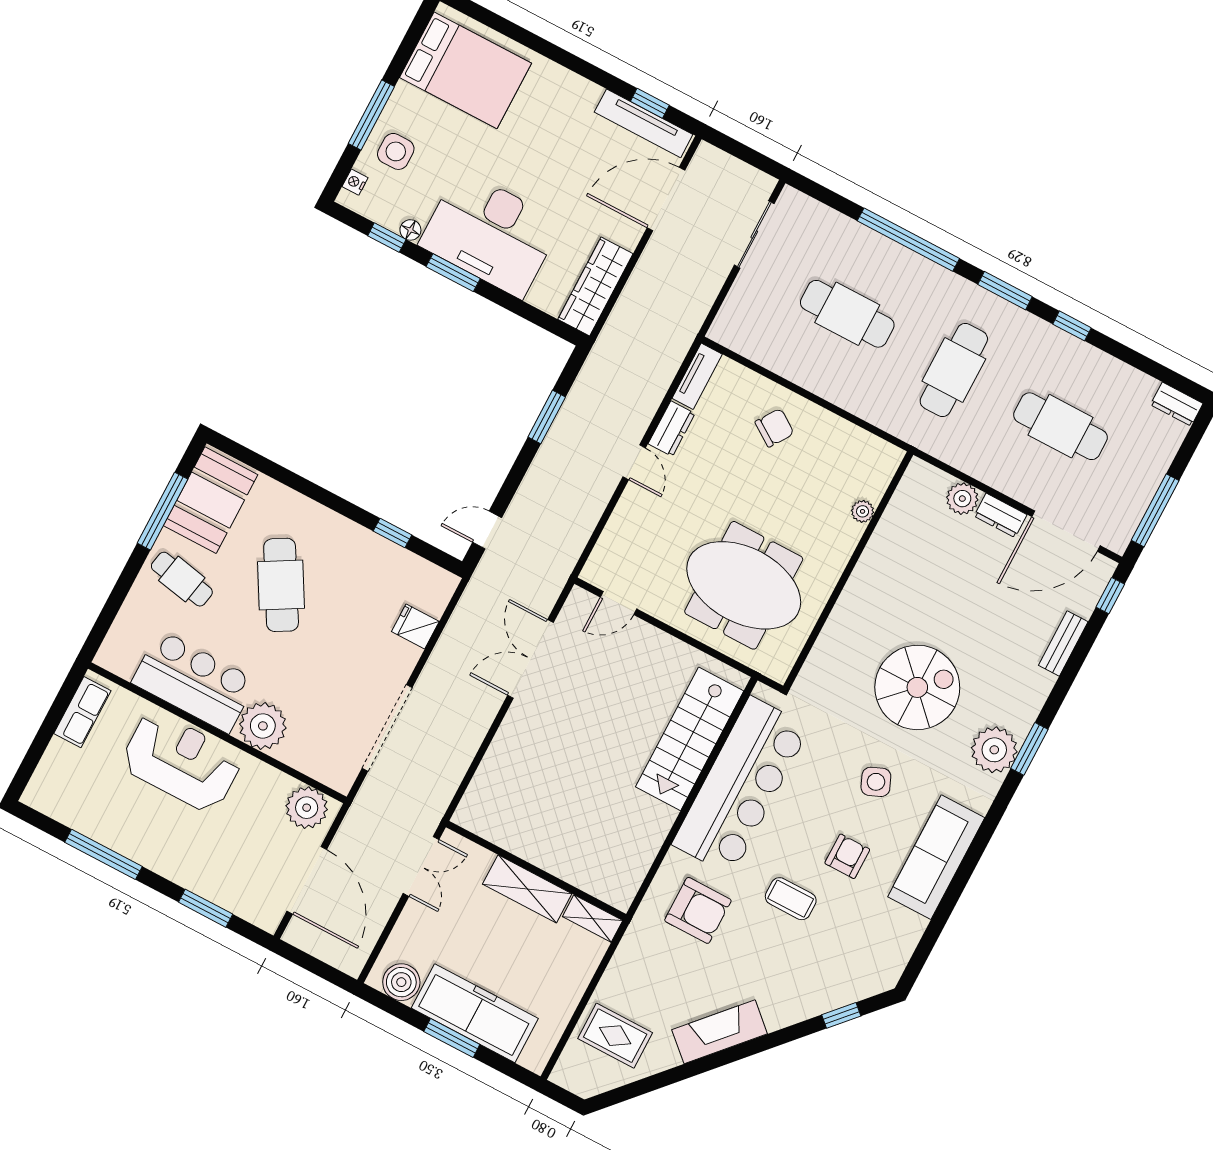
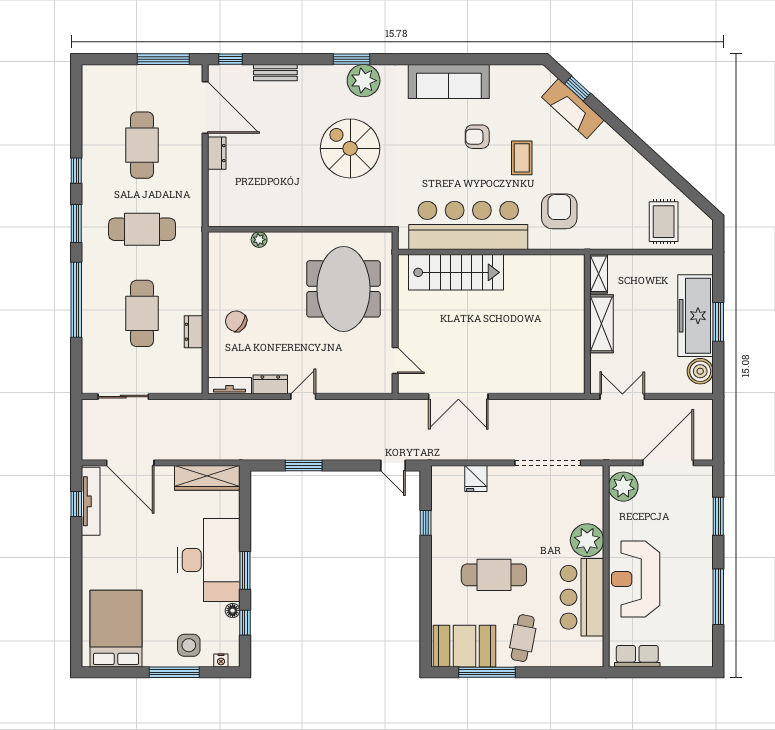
dresser: (1177, 404) -> (194, 332), moved, turned 180
plant: (962, 499) -> (219, 182), removed
cafe table: (281, 585) -> (494, 575), turned 30
side table: (876, 782) -> (422, 143), removed
fireplace: (720, 1032) -> (573, 109), moved

